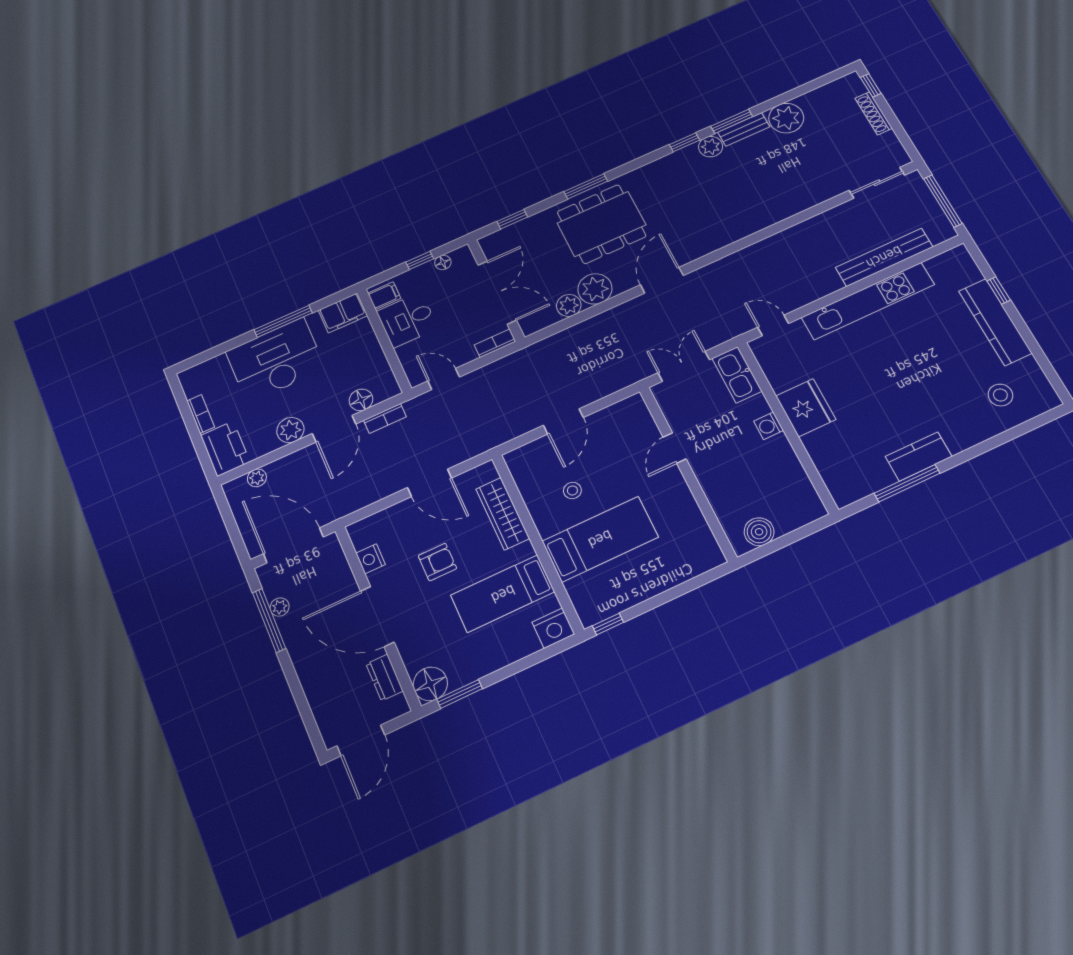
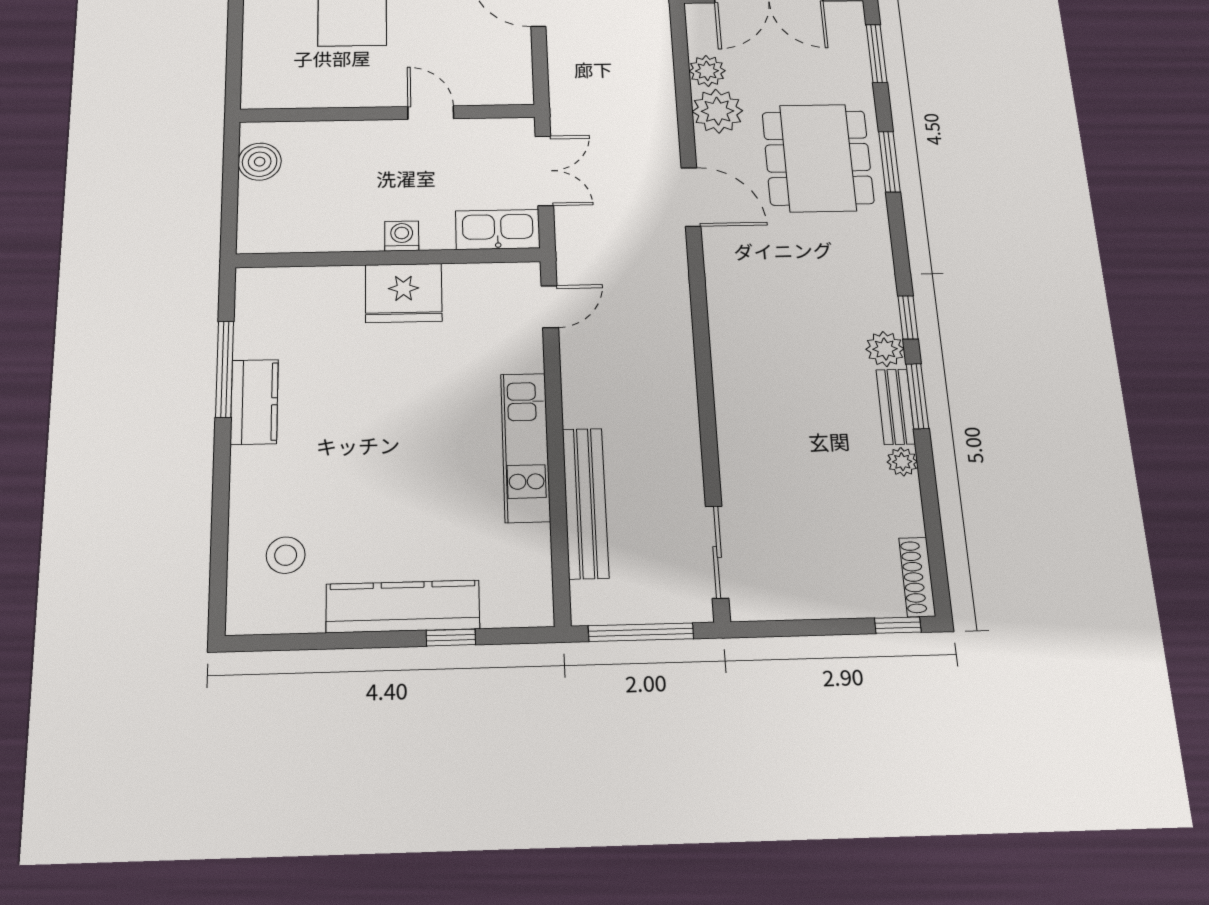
shoe rack: (874, 113) -> (917, 577), moved, turned -90
plant: (786, 118) -> (902, 462), width x0.53, depth x0.53
window: (512, 219) -> (877, 54), width x1.50
kitchen unit: (868, 301) -> (525, 447), width x0.73

